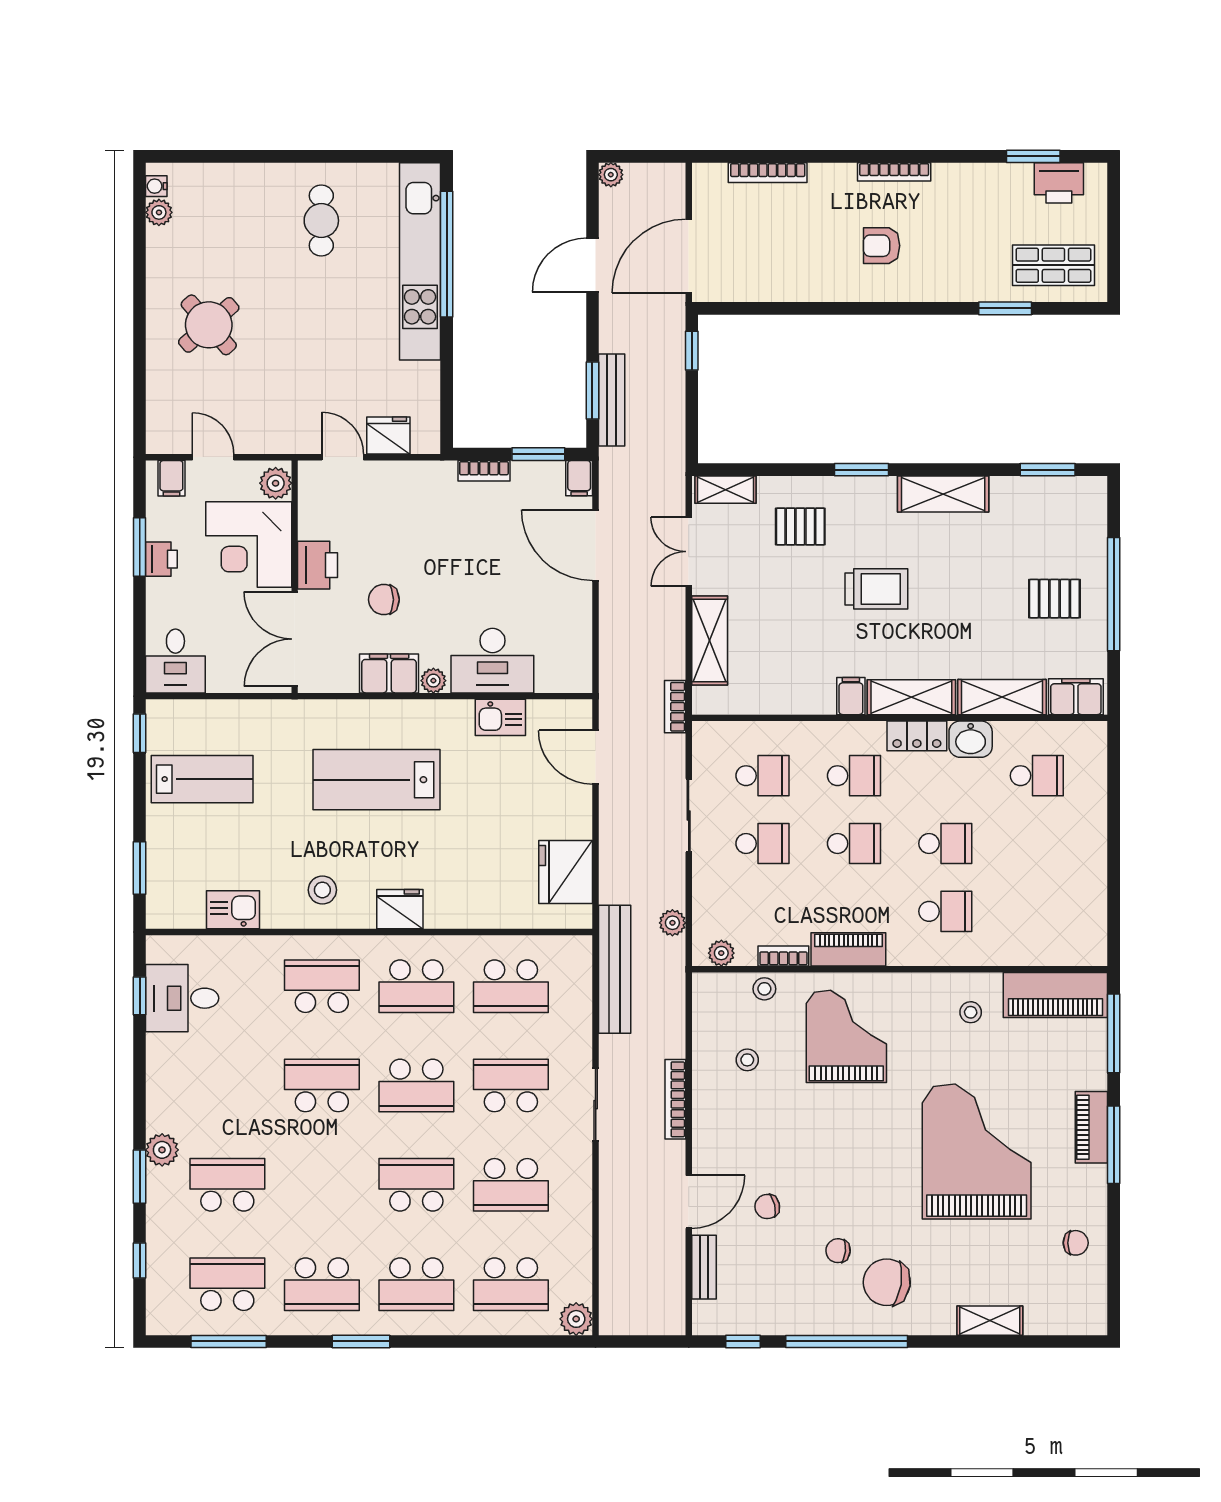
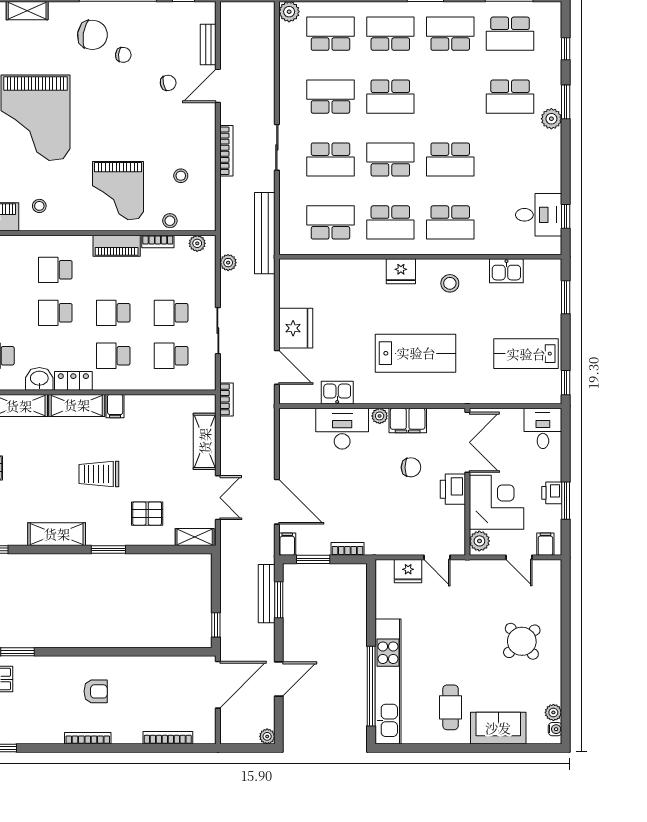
sofa: (246, 188) -> (498, 728), added
fridge: (566, 872) -> (296, 328), moved
school desk: (416, 986) -> (390, 222), turned 180

